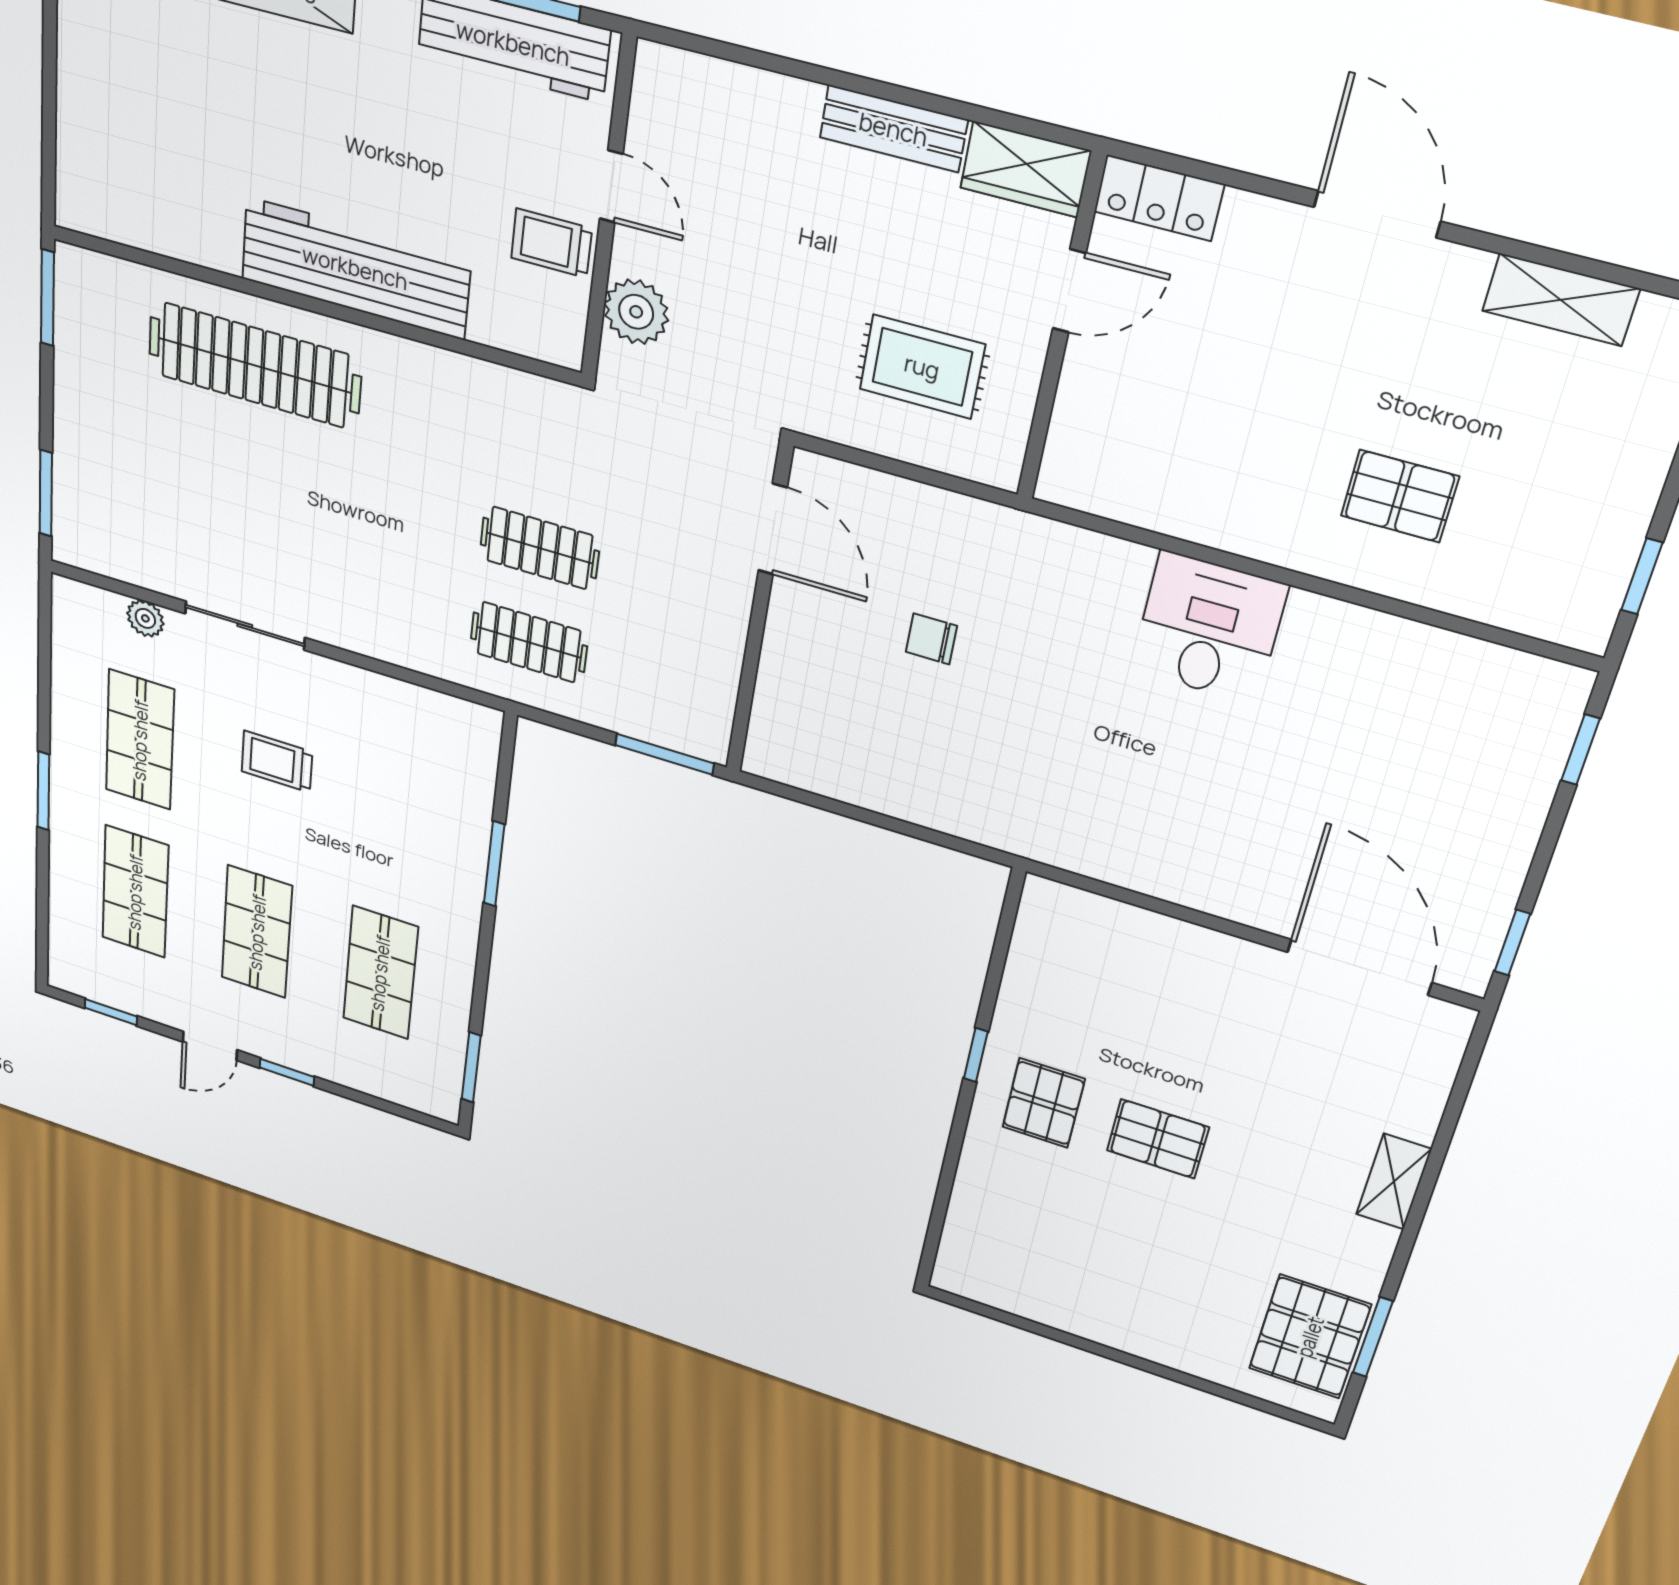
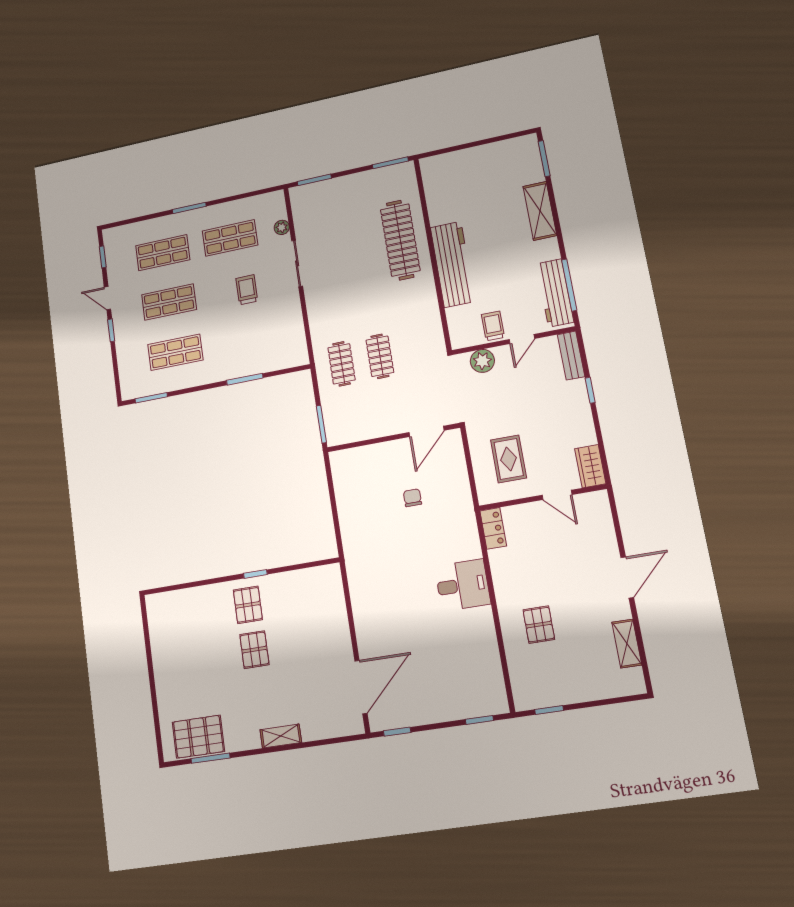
window: (815, 73) -> (590, 390), added
bench: (893, 129) -> (571, 356), moved
locker: (1159, 198) -> (493, 528), moved, turned 180
pallet: (1044, 1103) -> (248, 605), turned 90

